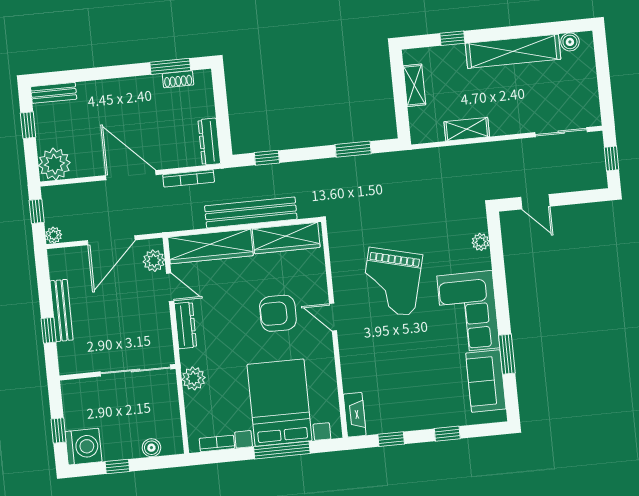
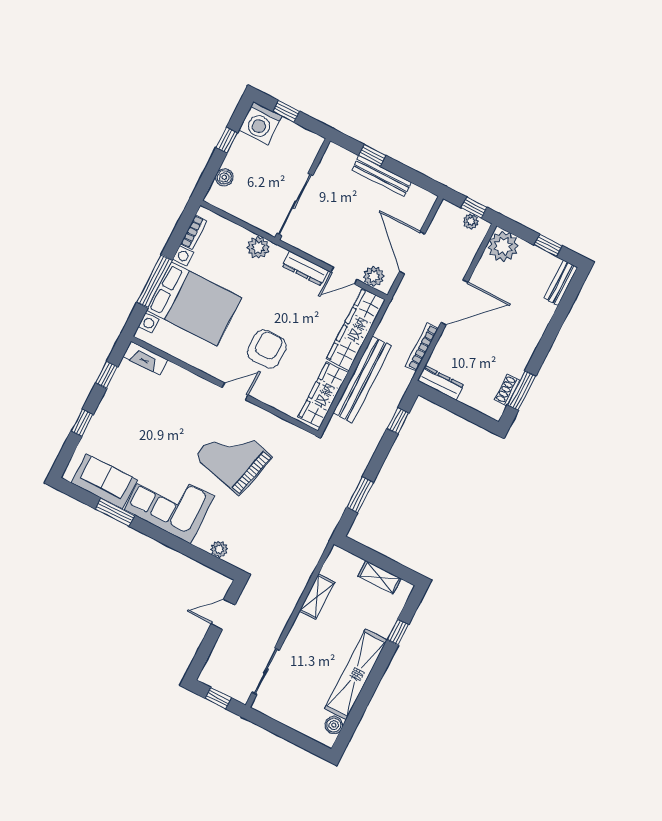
plant: (54, 235) -> (471, 221), moved

